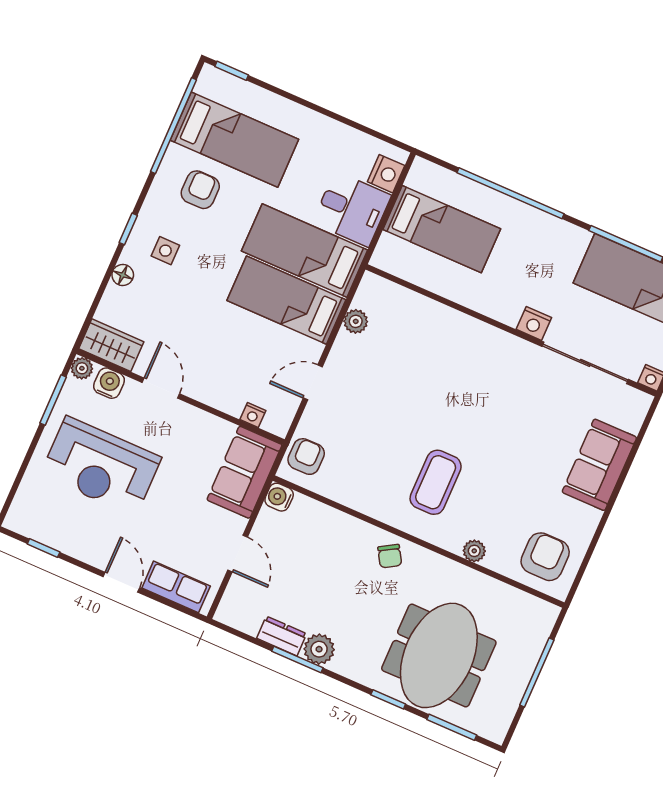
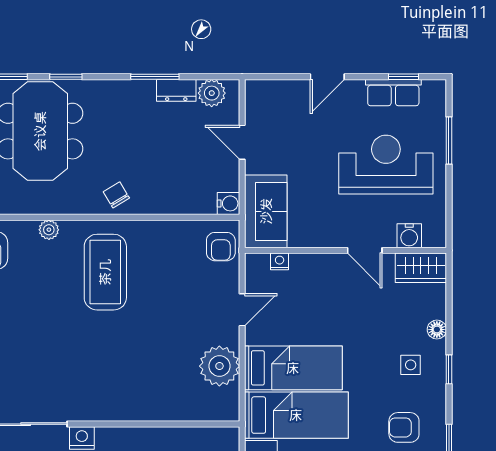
armchair: (200, 190) -> (404, 427), turned 90
plant: (356, 321) -> (219, 366), width x1.88, depth x1.88
plant: (82, 368) -> (437, 238), removed
window: (53, 400) -> (449, 140), moved
coffee table: (436, 482) -> (105, 272), width x1.36, depth x1.32
door: (121, 582) -> (327, 77), hinge flipped
row of seats: (176, 587) -> (393, 93), moved
plant: (319, 649) -> (212, 93), moved

